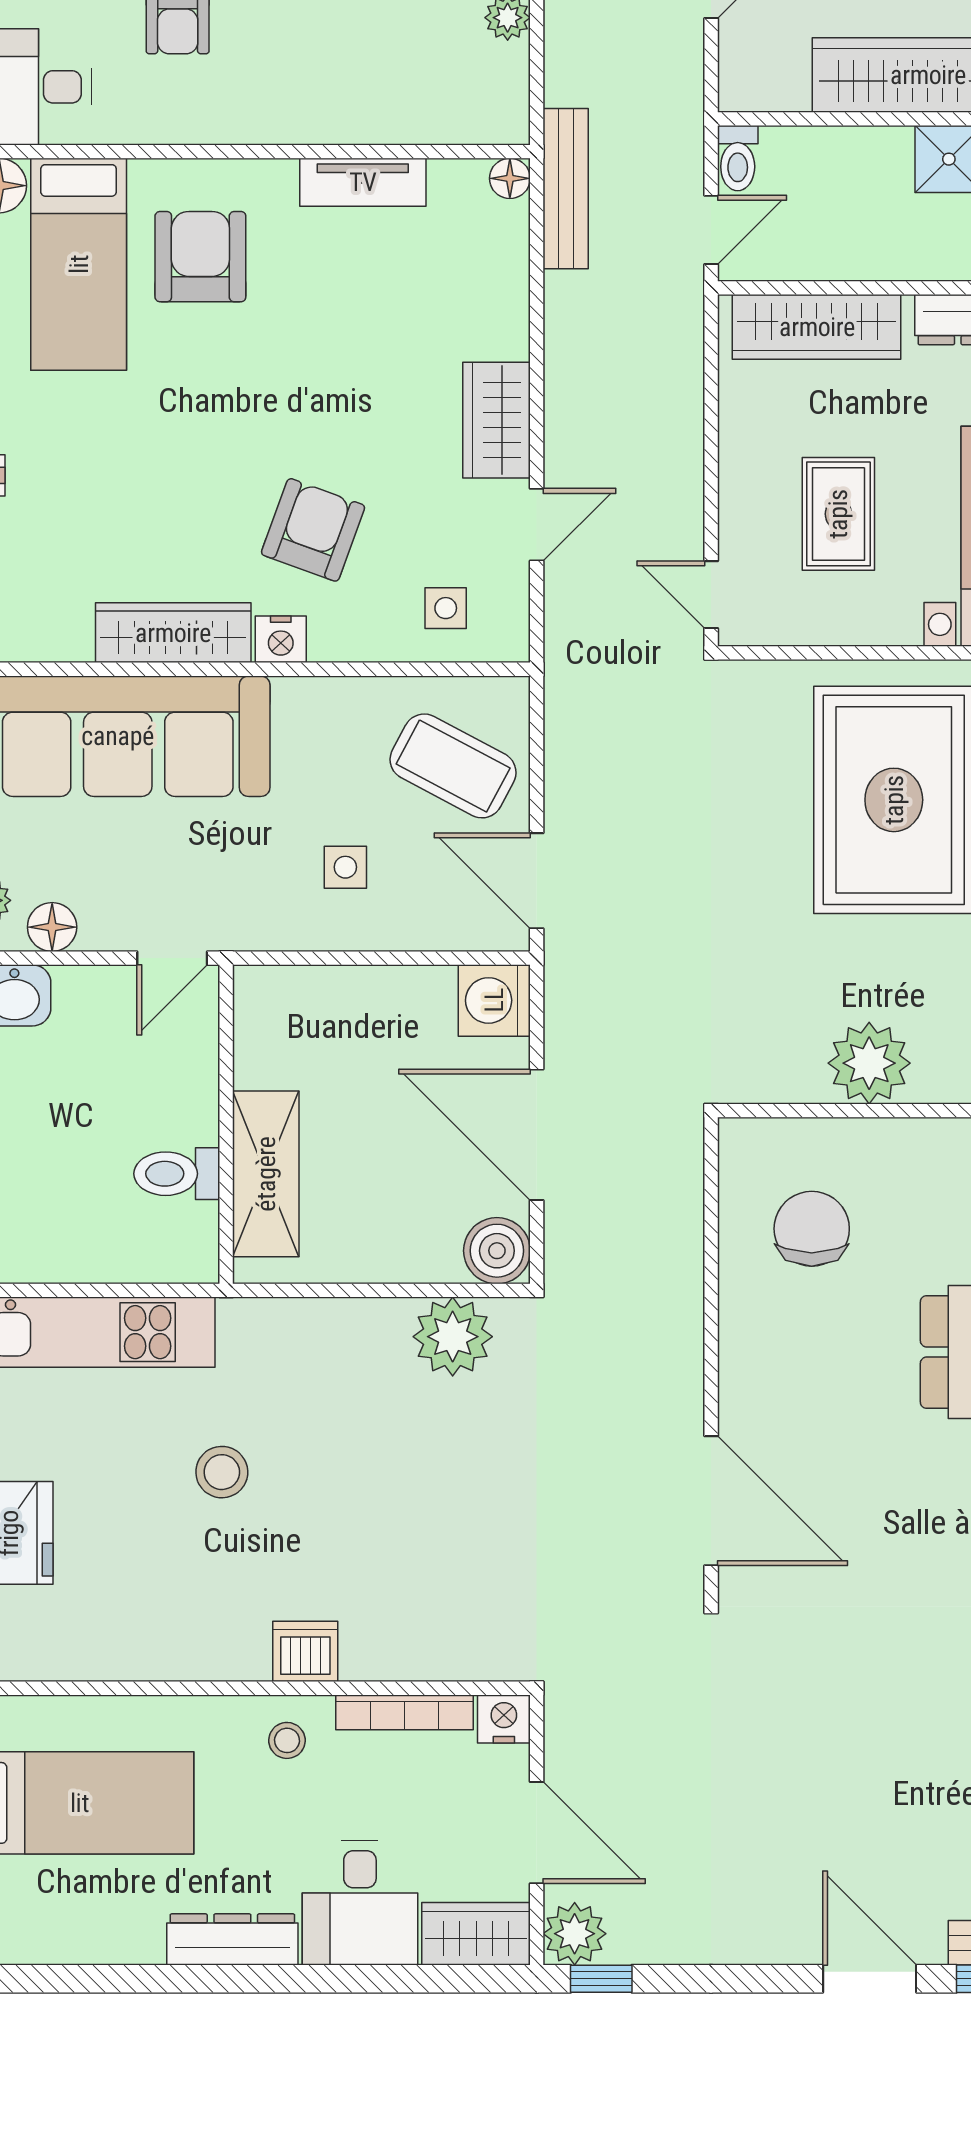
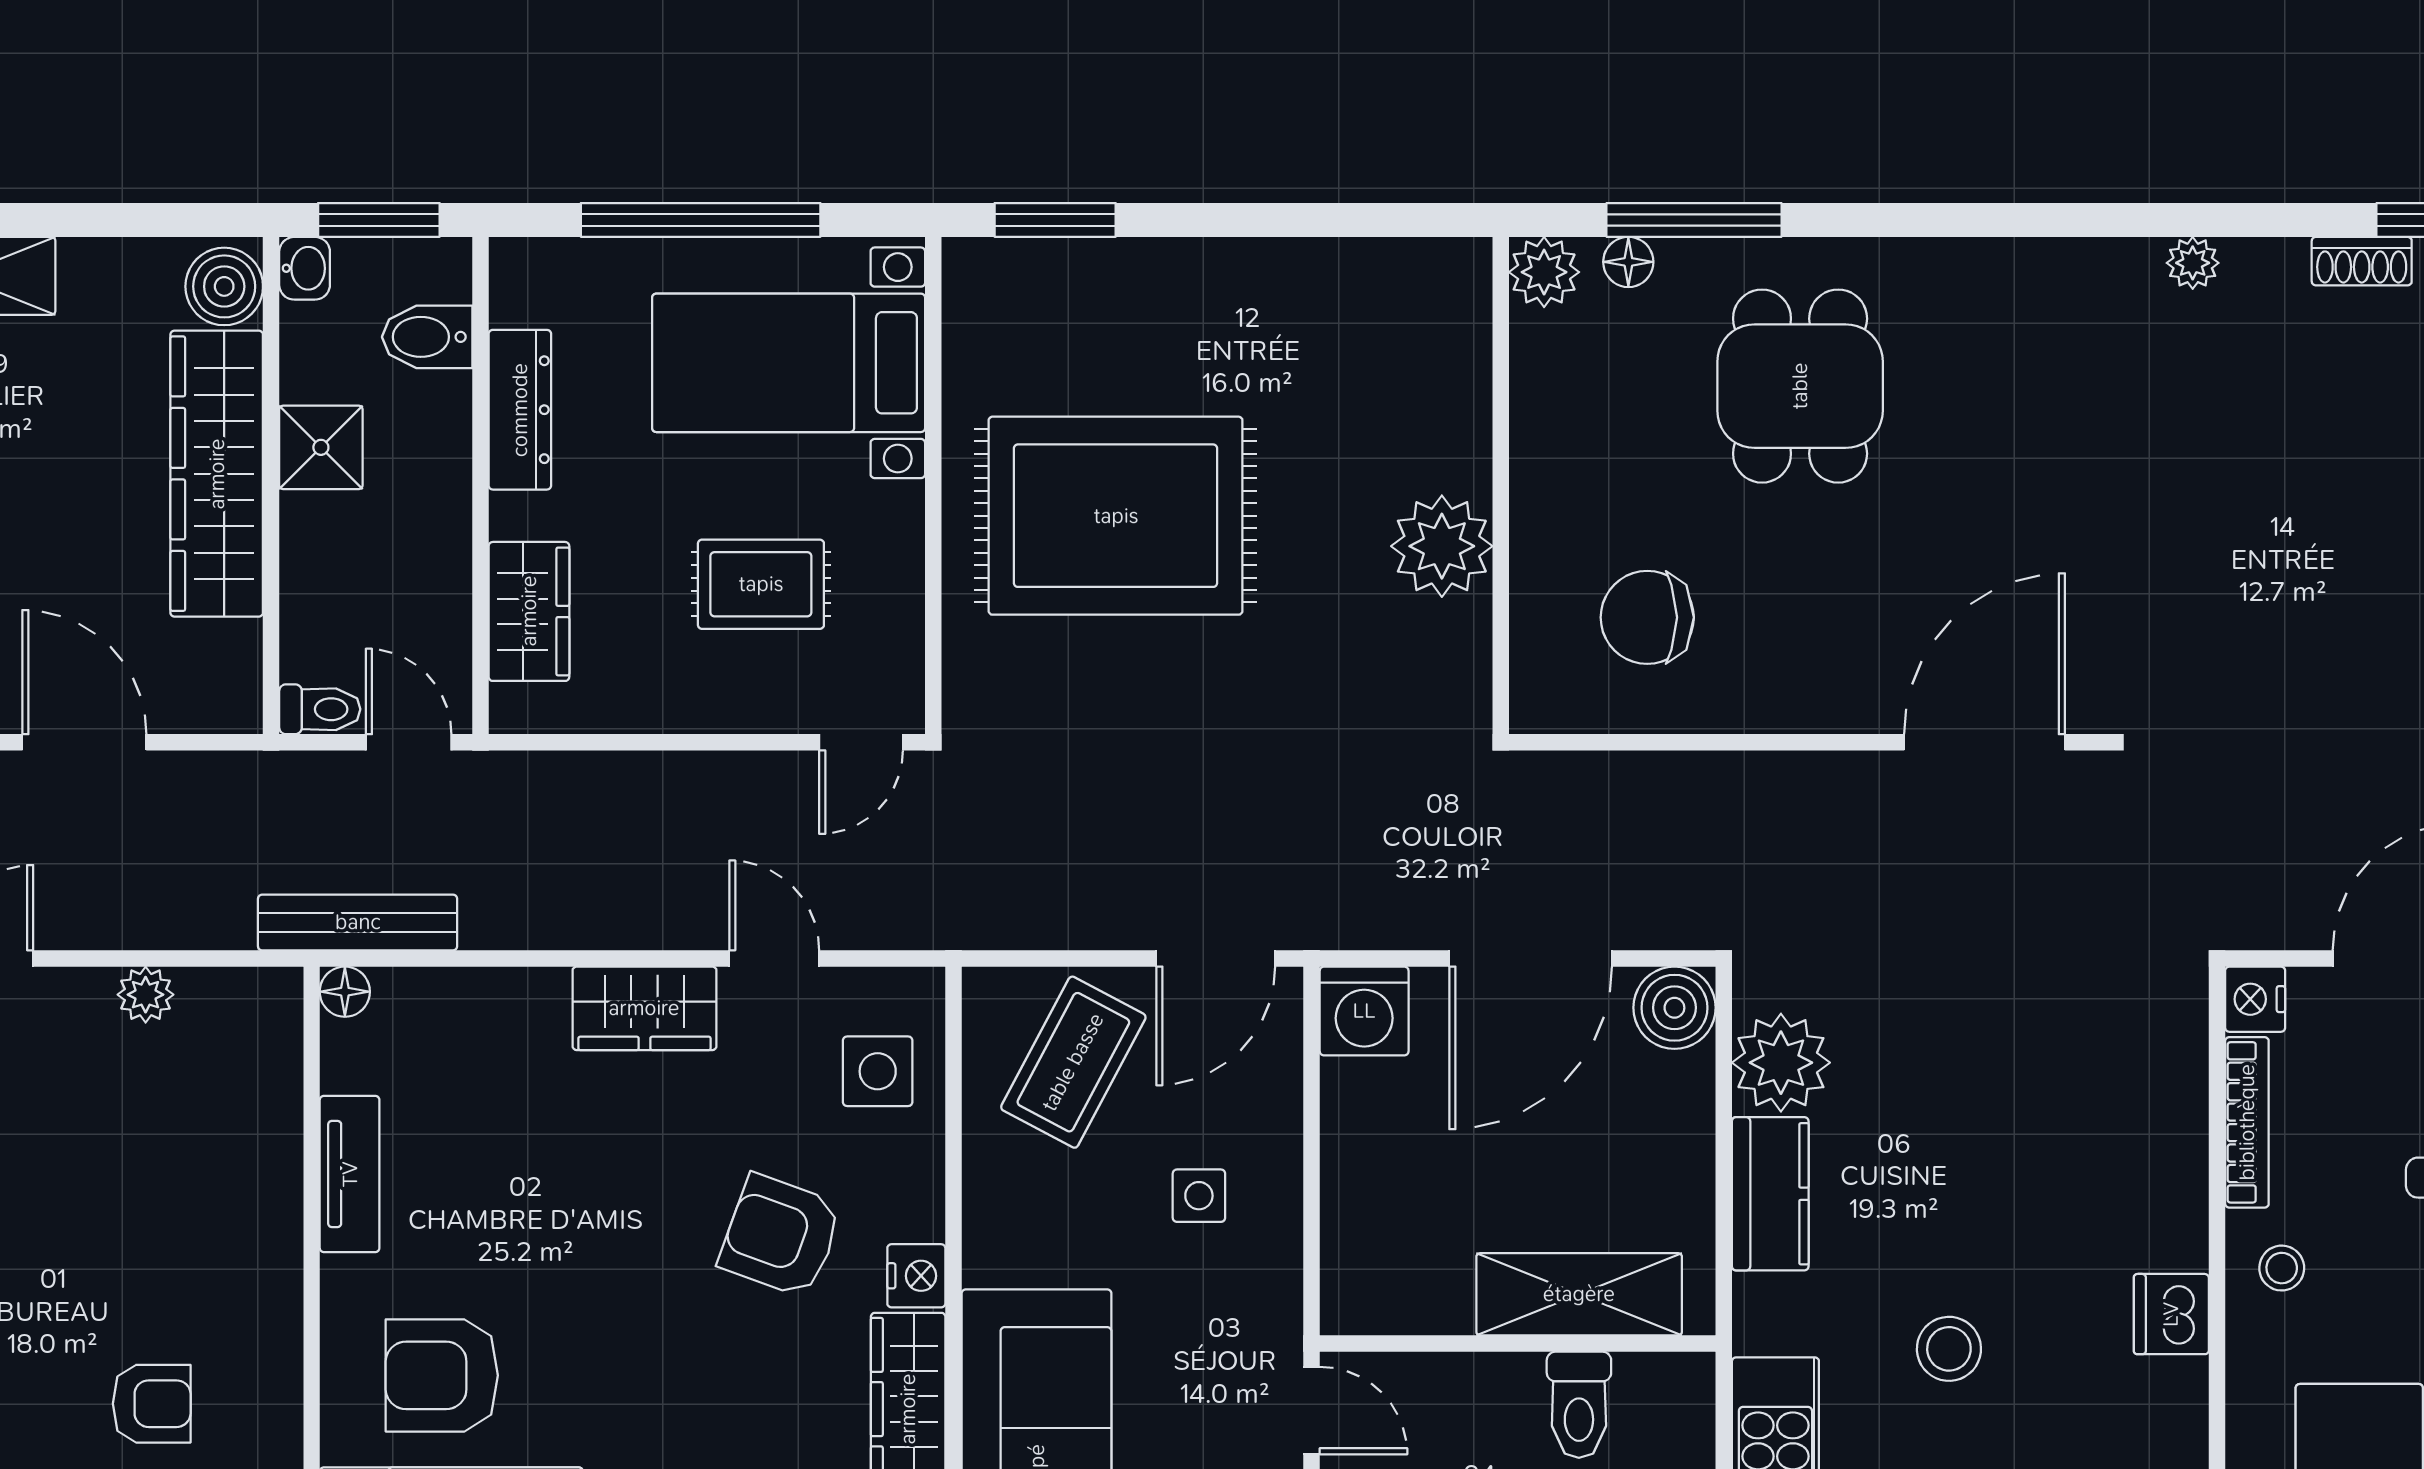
wardrobe: (817, 327) -> (529, 611), width x0.67
side table: (446, 608) -> (878, 1071), width x1.37, depth x1.37
kitchen counter: (347, 1328) -> (1770, 1194), added
dishwasher: (305, 1651) -> (2171, 1314), moved

